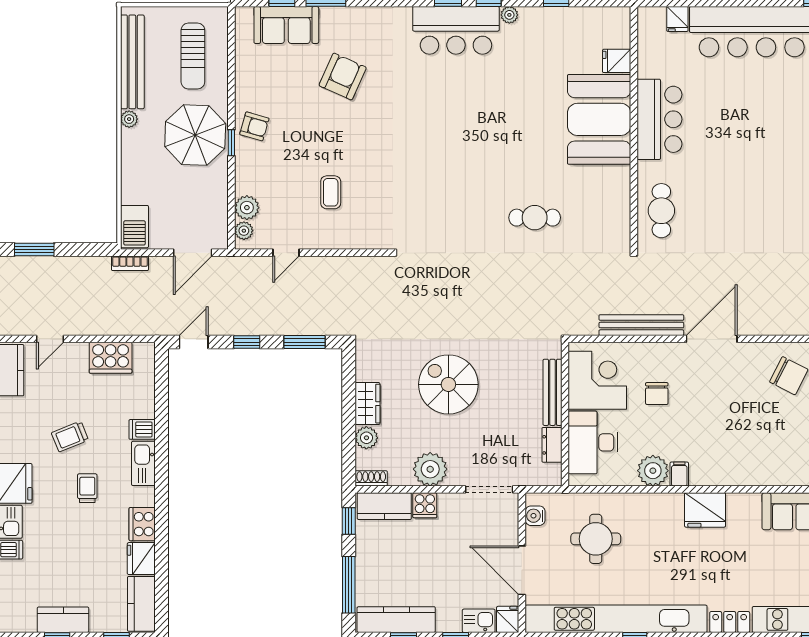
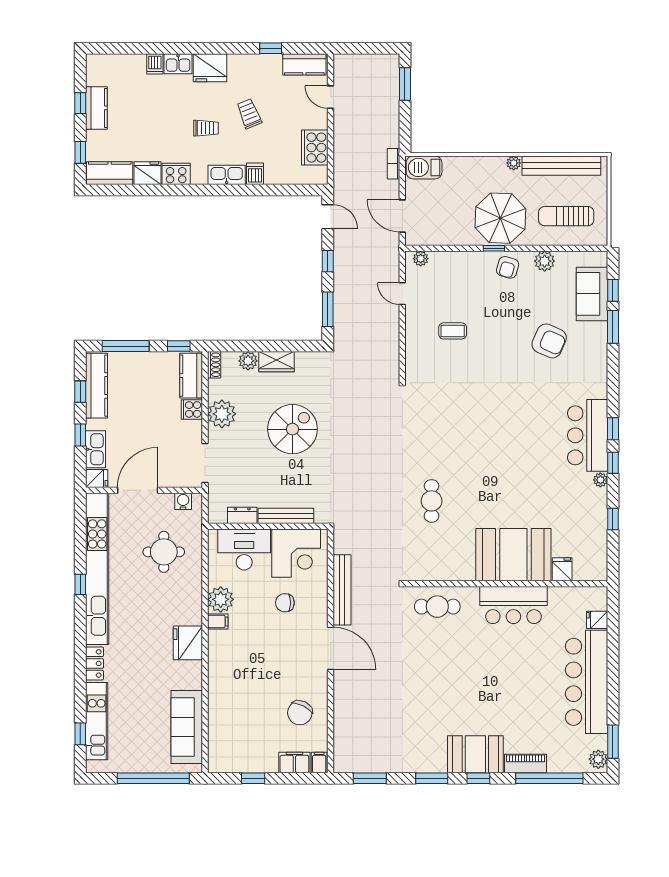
plant: (247, 208) -> (545, 261), moved
kitchen sink: (479, 621) -> (96, 449), width x1.38

